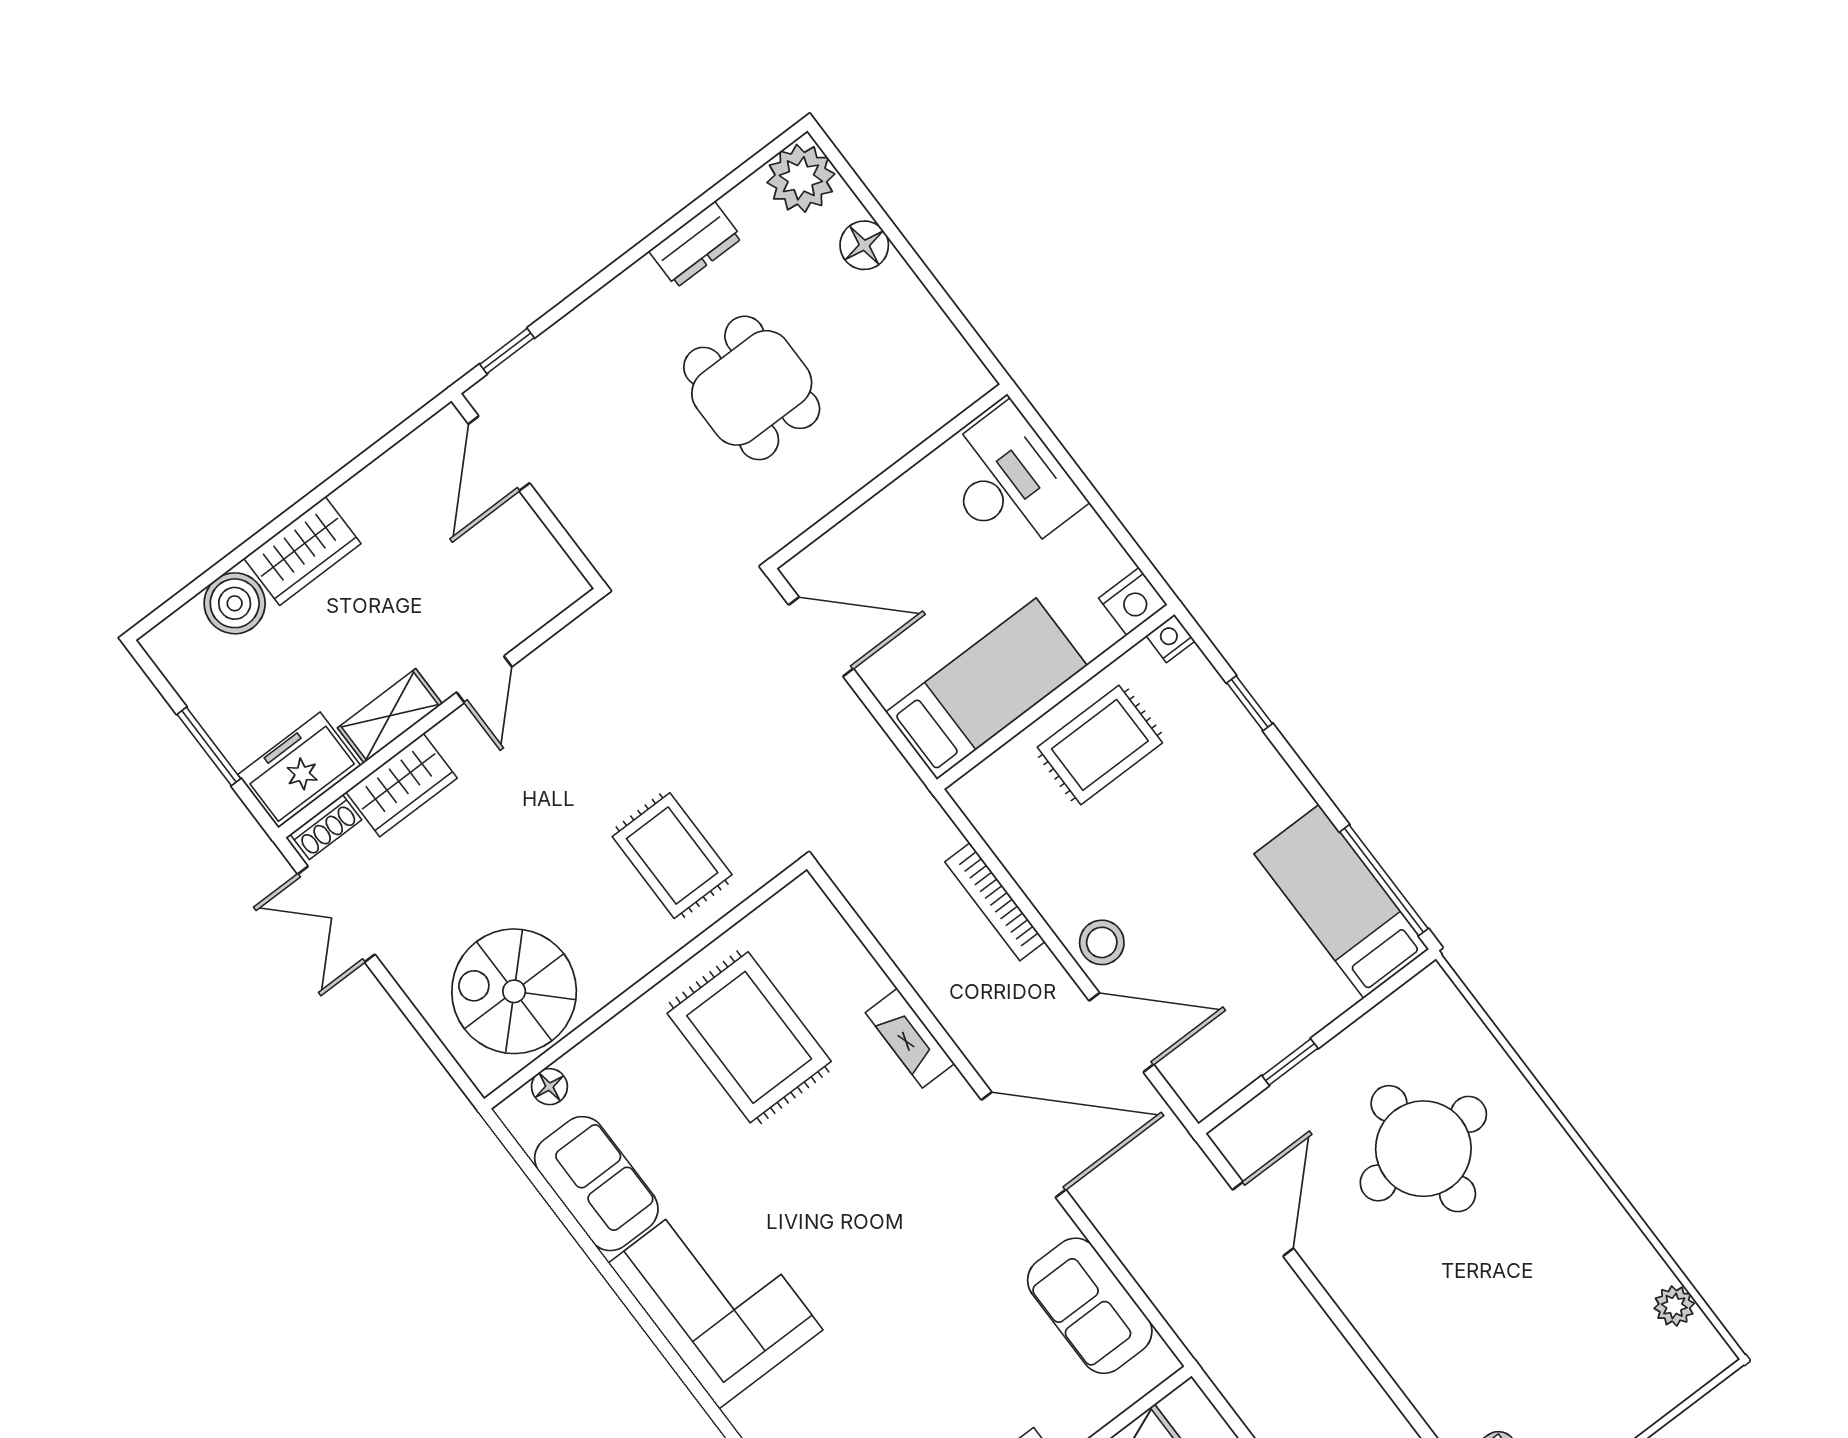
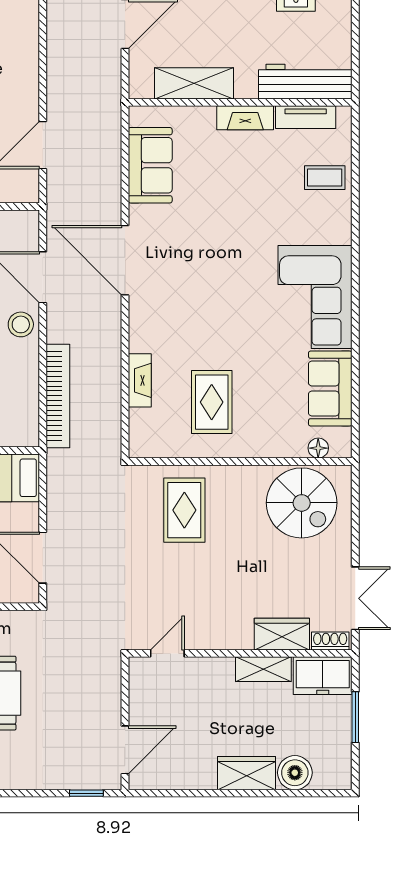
door: (484, 679) -> (167, 653), moved
bookcase: (995, 902) -> (58, 396), width x1.48, depth x1.31
rug: (749, 1037) -> (212, 402), width x0.73, depth x0.70
fireplace: (910, 1038) -> (140, 380), moved

